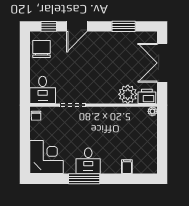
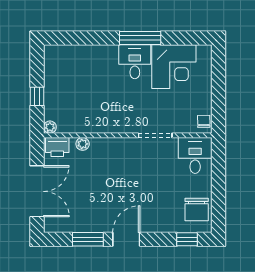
door: (77, 26) -> (126, 239), moved
plant: (128, 94) -> (83, 144), width x0.53, depth x0.53
window: (162, 135) -> (37, 96), added
corner desk: (47, 157) -> (174, 67), moved, turned -90
filing cabinet: (127, 167) -> (84, 54), removed

